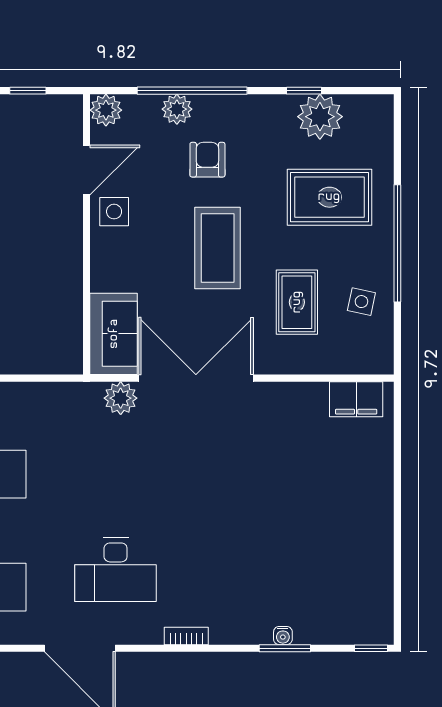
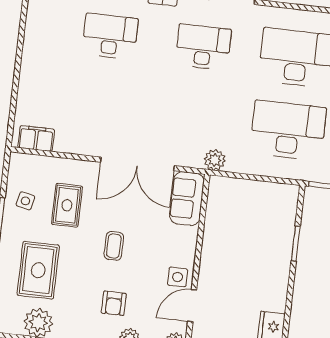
rug: (329, 197) -> (38, 270), turned 90
coffee table: (218, 248) -> (114, 246), width x0.54, depth x0.58
plant: (121, 398) -> (215, 160), moved
desk: (261, 570) -> (110, 36), added

